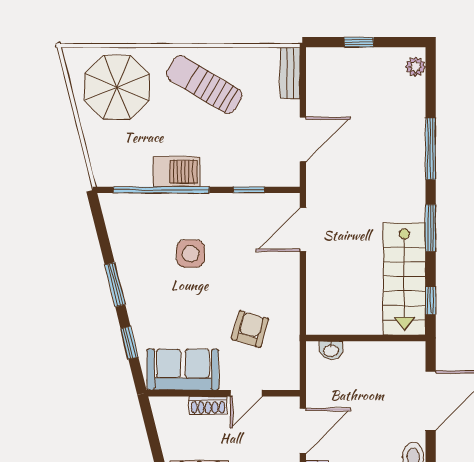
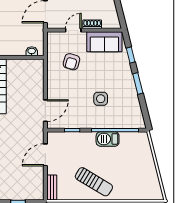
parasol: (117, 87) -> (137, 180), removed

